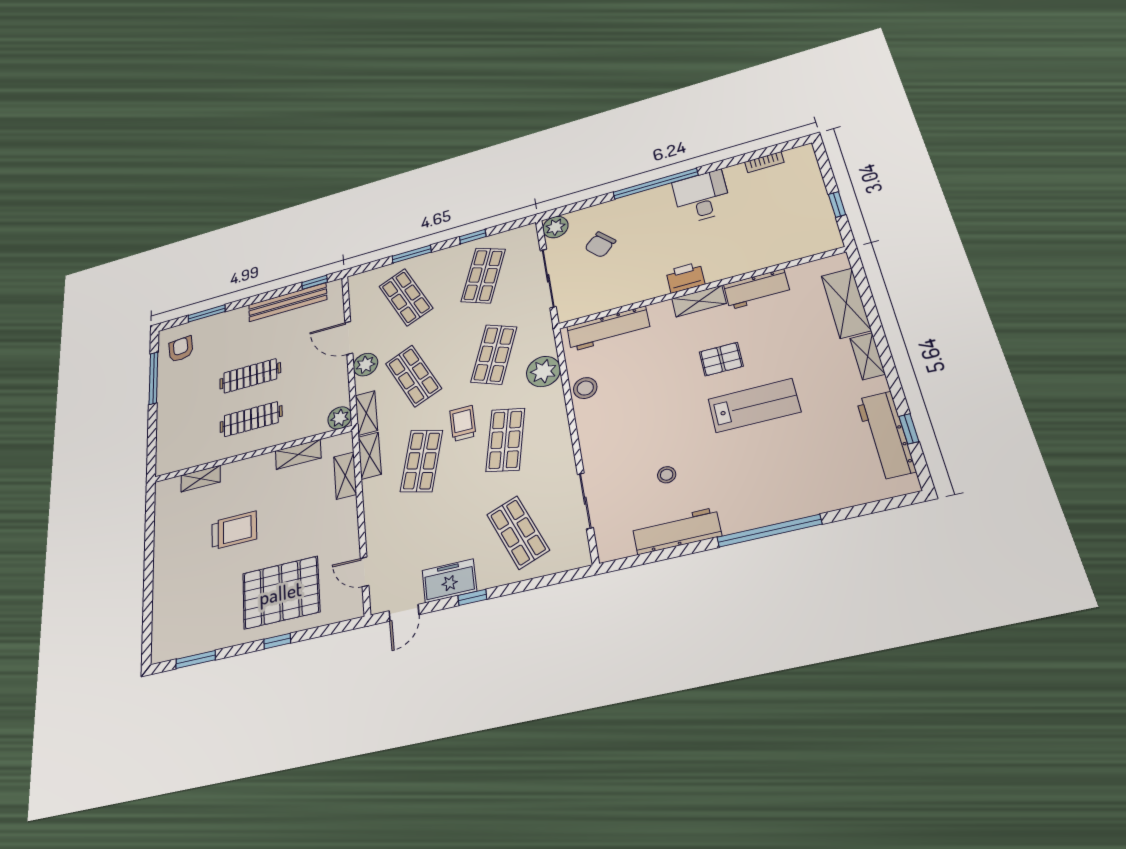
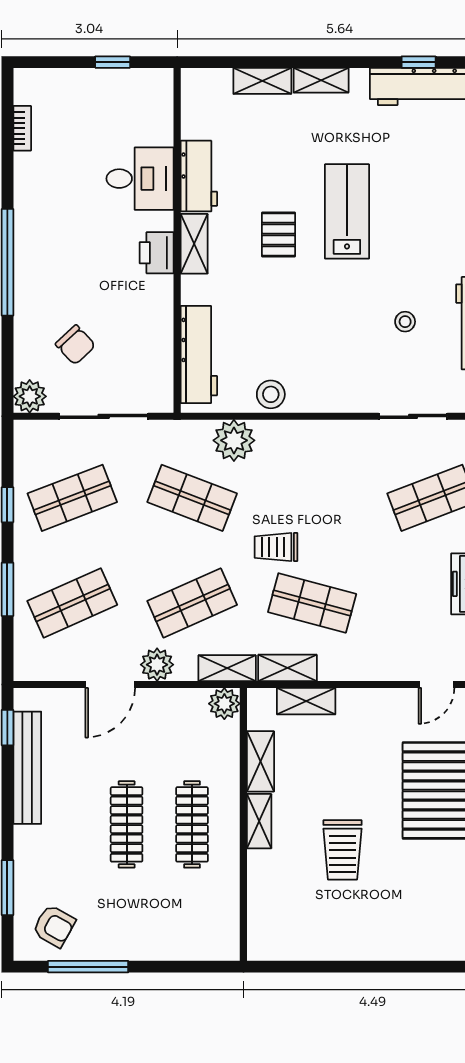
desk: (702, 197) -> (140, 179), moved, turned 180
shop shelf: (483, 275) -> (72, 498), turned -42
shelving: (846, 303) -> (262, 81), width x0.67, depth x0.75
armchair: (181, 349) -> (54, 926), turned -146
shop shelf: (505, 440) -> (312, 498), removed
shelving: (201, 479) -> (259, 821), moved
trolley: (234, 530) -> (343, 850), turned 180

